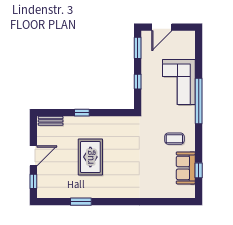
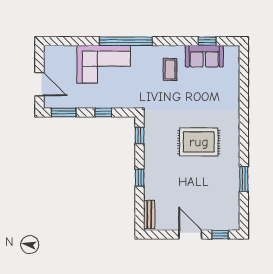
window: (118, 113) -> (140, 135), added
rug: (90, 157) -> (199, 142), moved

